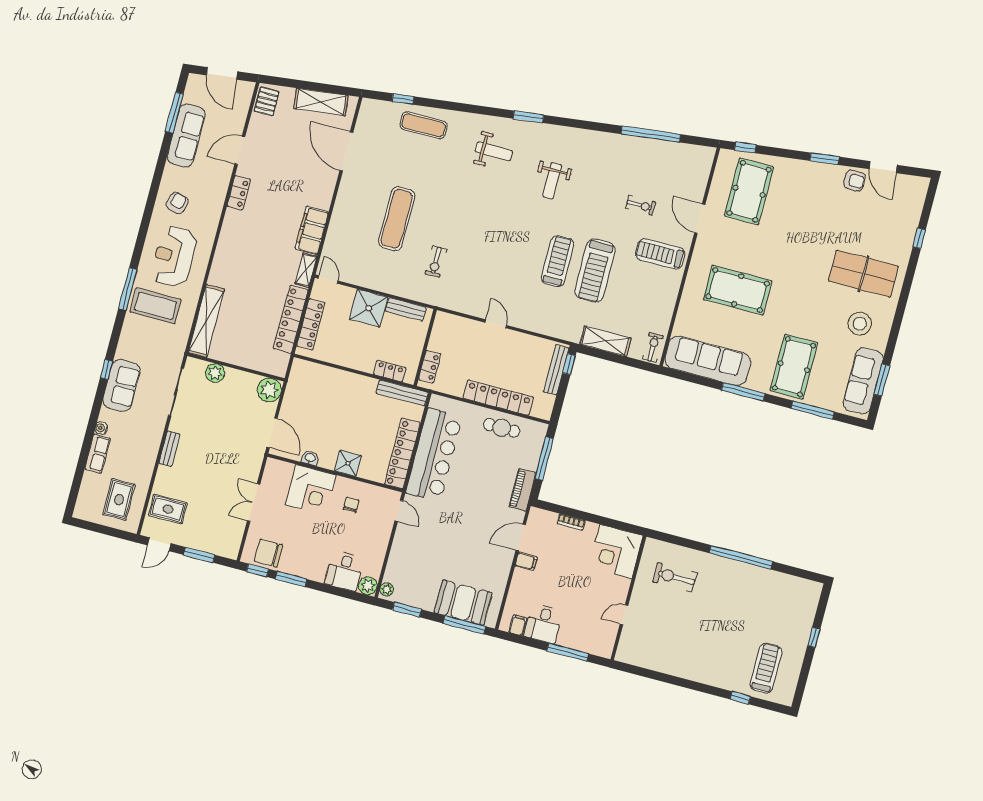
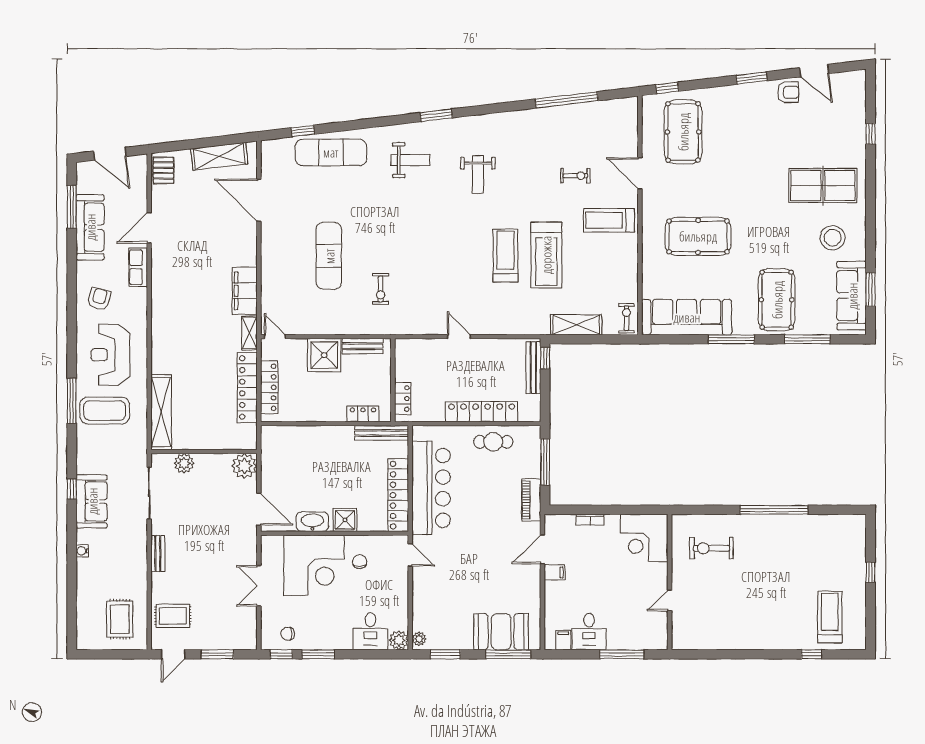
exercise mat: (424, 125) -> (331, 152), width x1.36, depth x1.45
locker: (239, 193) -> (159, 272), removed
row of seats: (98, 453) -> (138, 267), moved, turned 180
washbasin: (310, 458) -> (312, 522), width x1.91, depth x1.45
corner desk: (311, 490) -> (314, 565), width x1.36, depth x1.36
chair: (268, 553) -> (288, 634), width x0.54, depth x0.54

